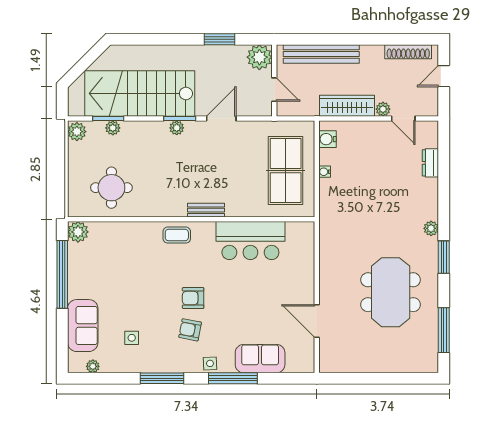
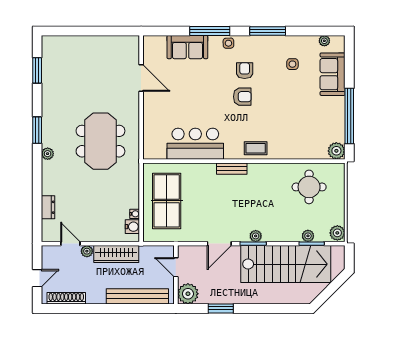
water cooler: (325, 172) -> (135, 214), moved
meeting table: (391, 292) -> (100, 141), moved
armchair: (190, 330) -> (245, 71), turned -101
window: (444, 330) -> (37, 70), width x0.69

